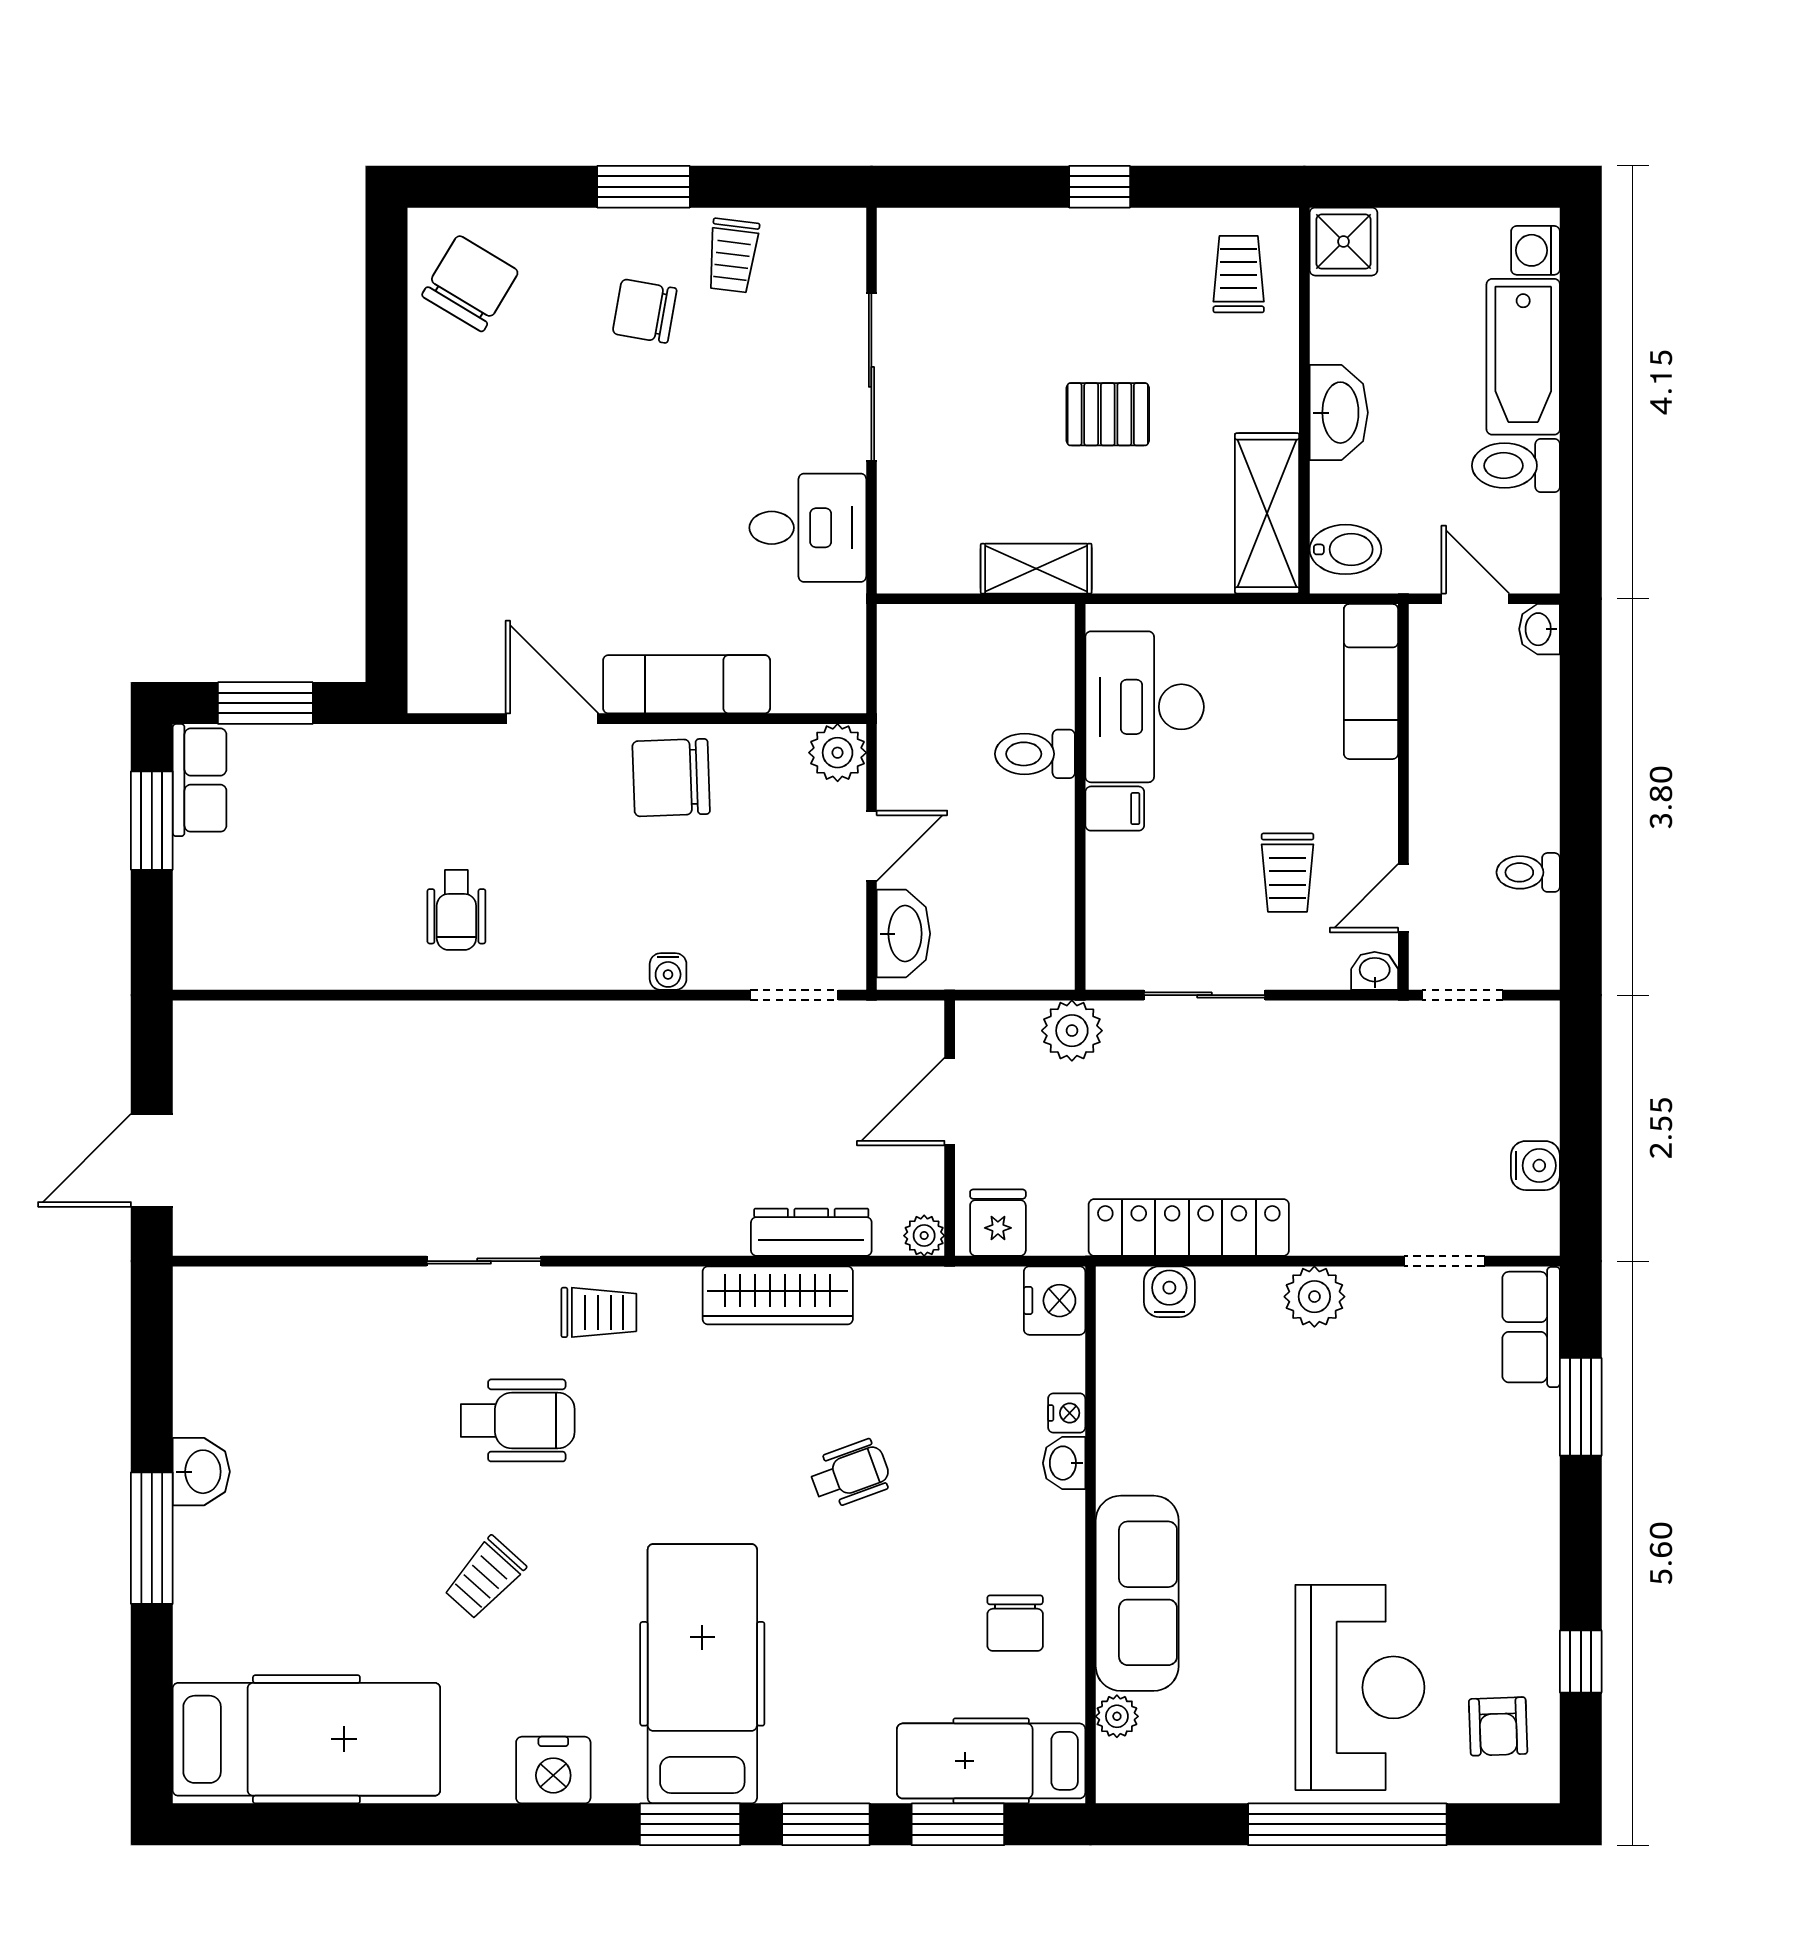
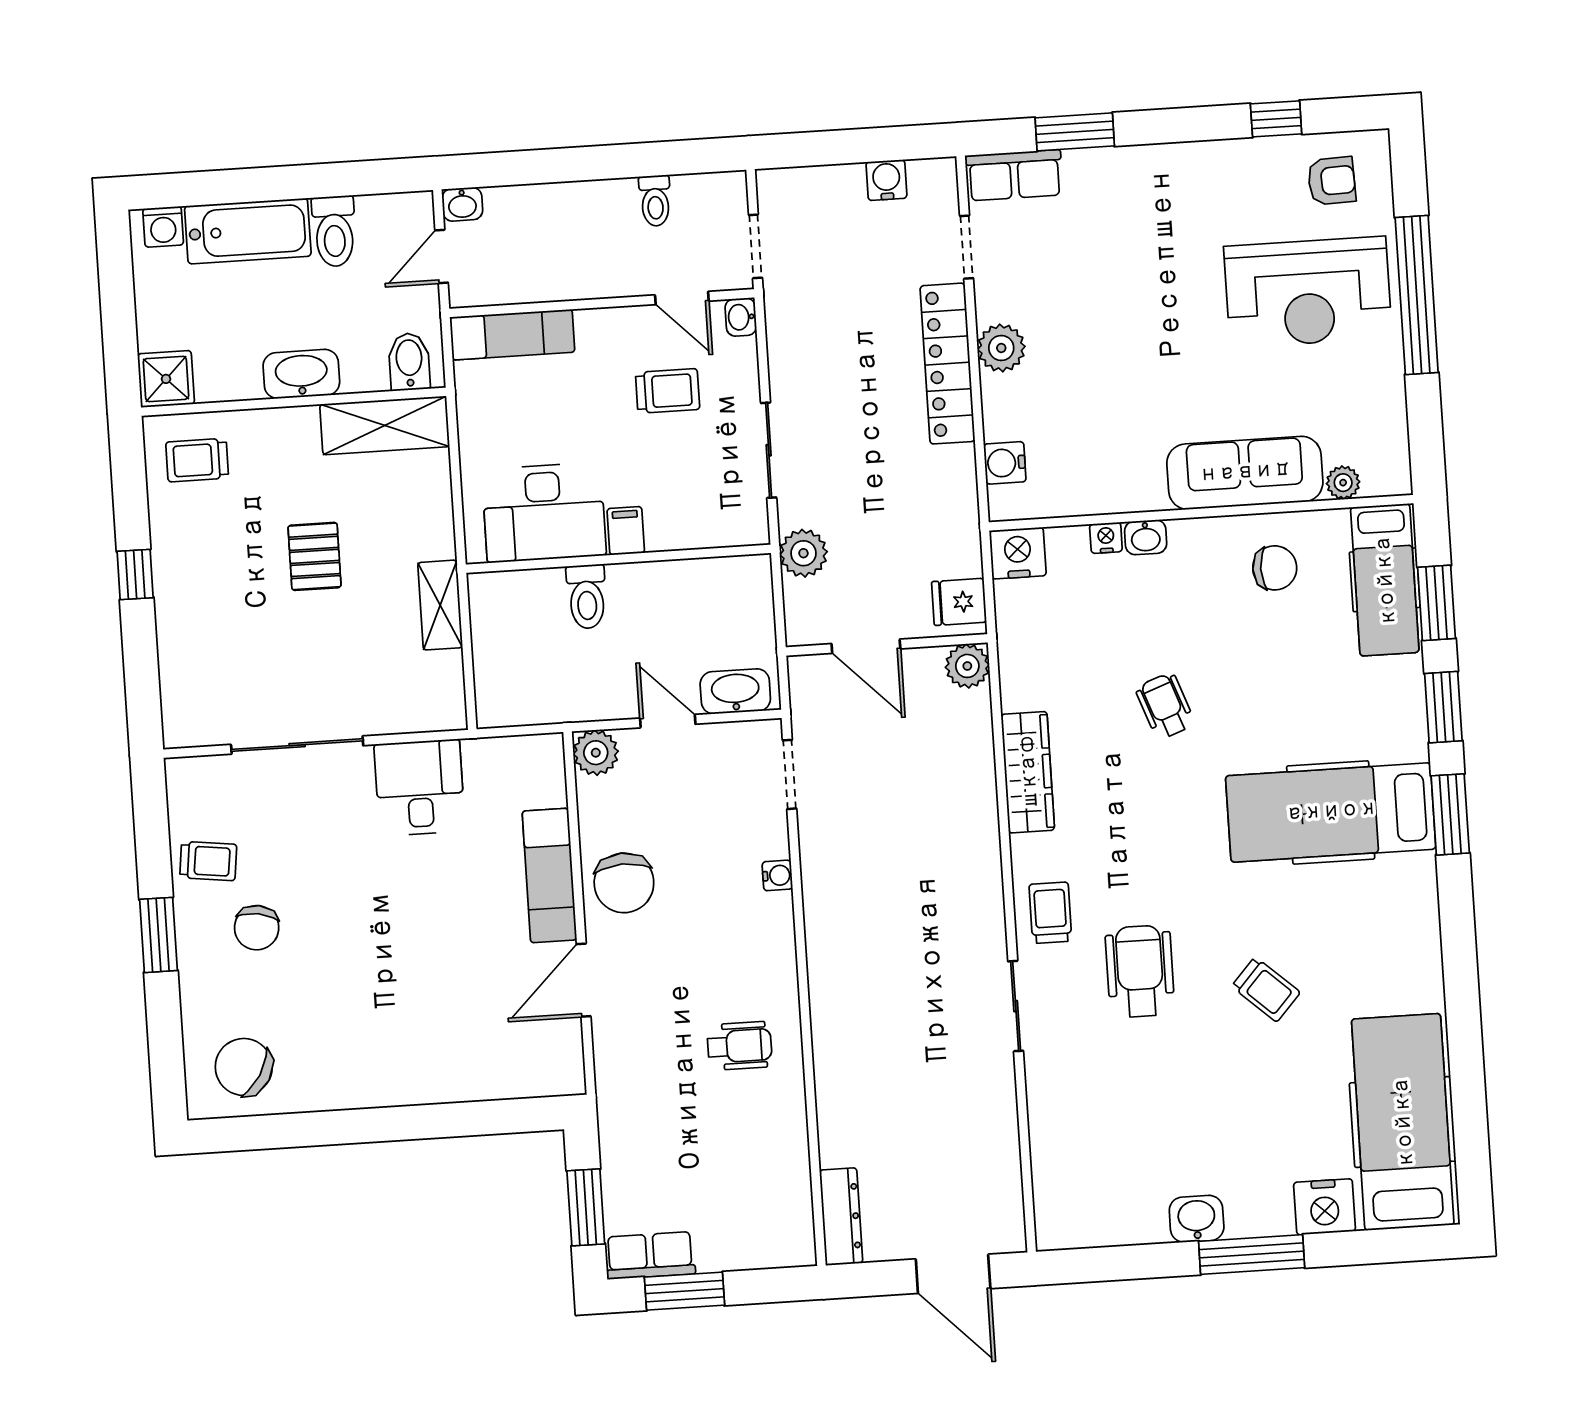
locker: (1189, 1228) -> (947, 364), moved
dresser: (811, 1232) -> (841, 1217), moved, turned 180
plant: (924, 1236) -> (967, 666), width x1.38, depth x1.38
reception desk: (1360, 1687) -> (1308, 292), turned 180
nightstand: (553, 1770) -> (1324, 1207), moved, turned 90

